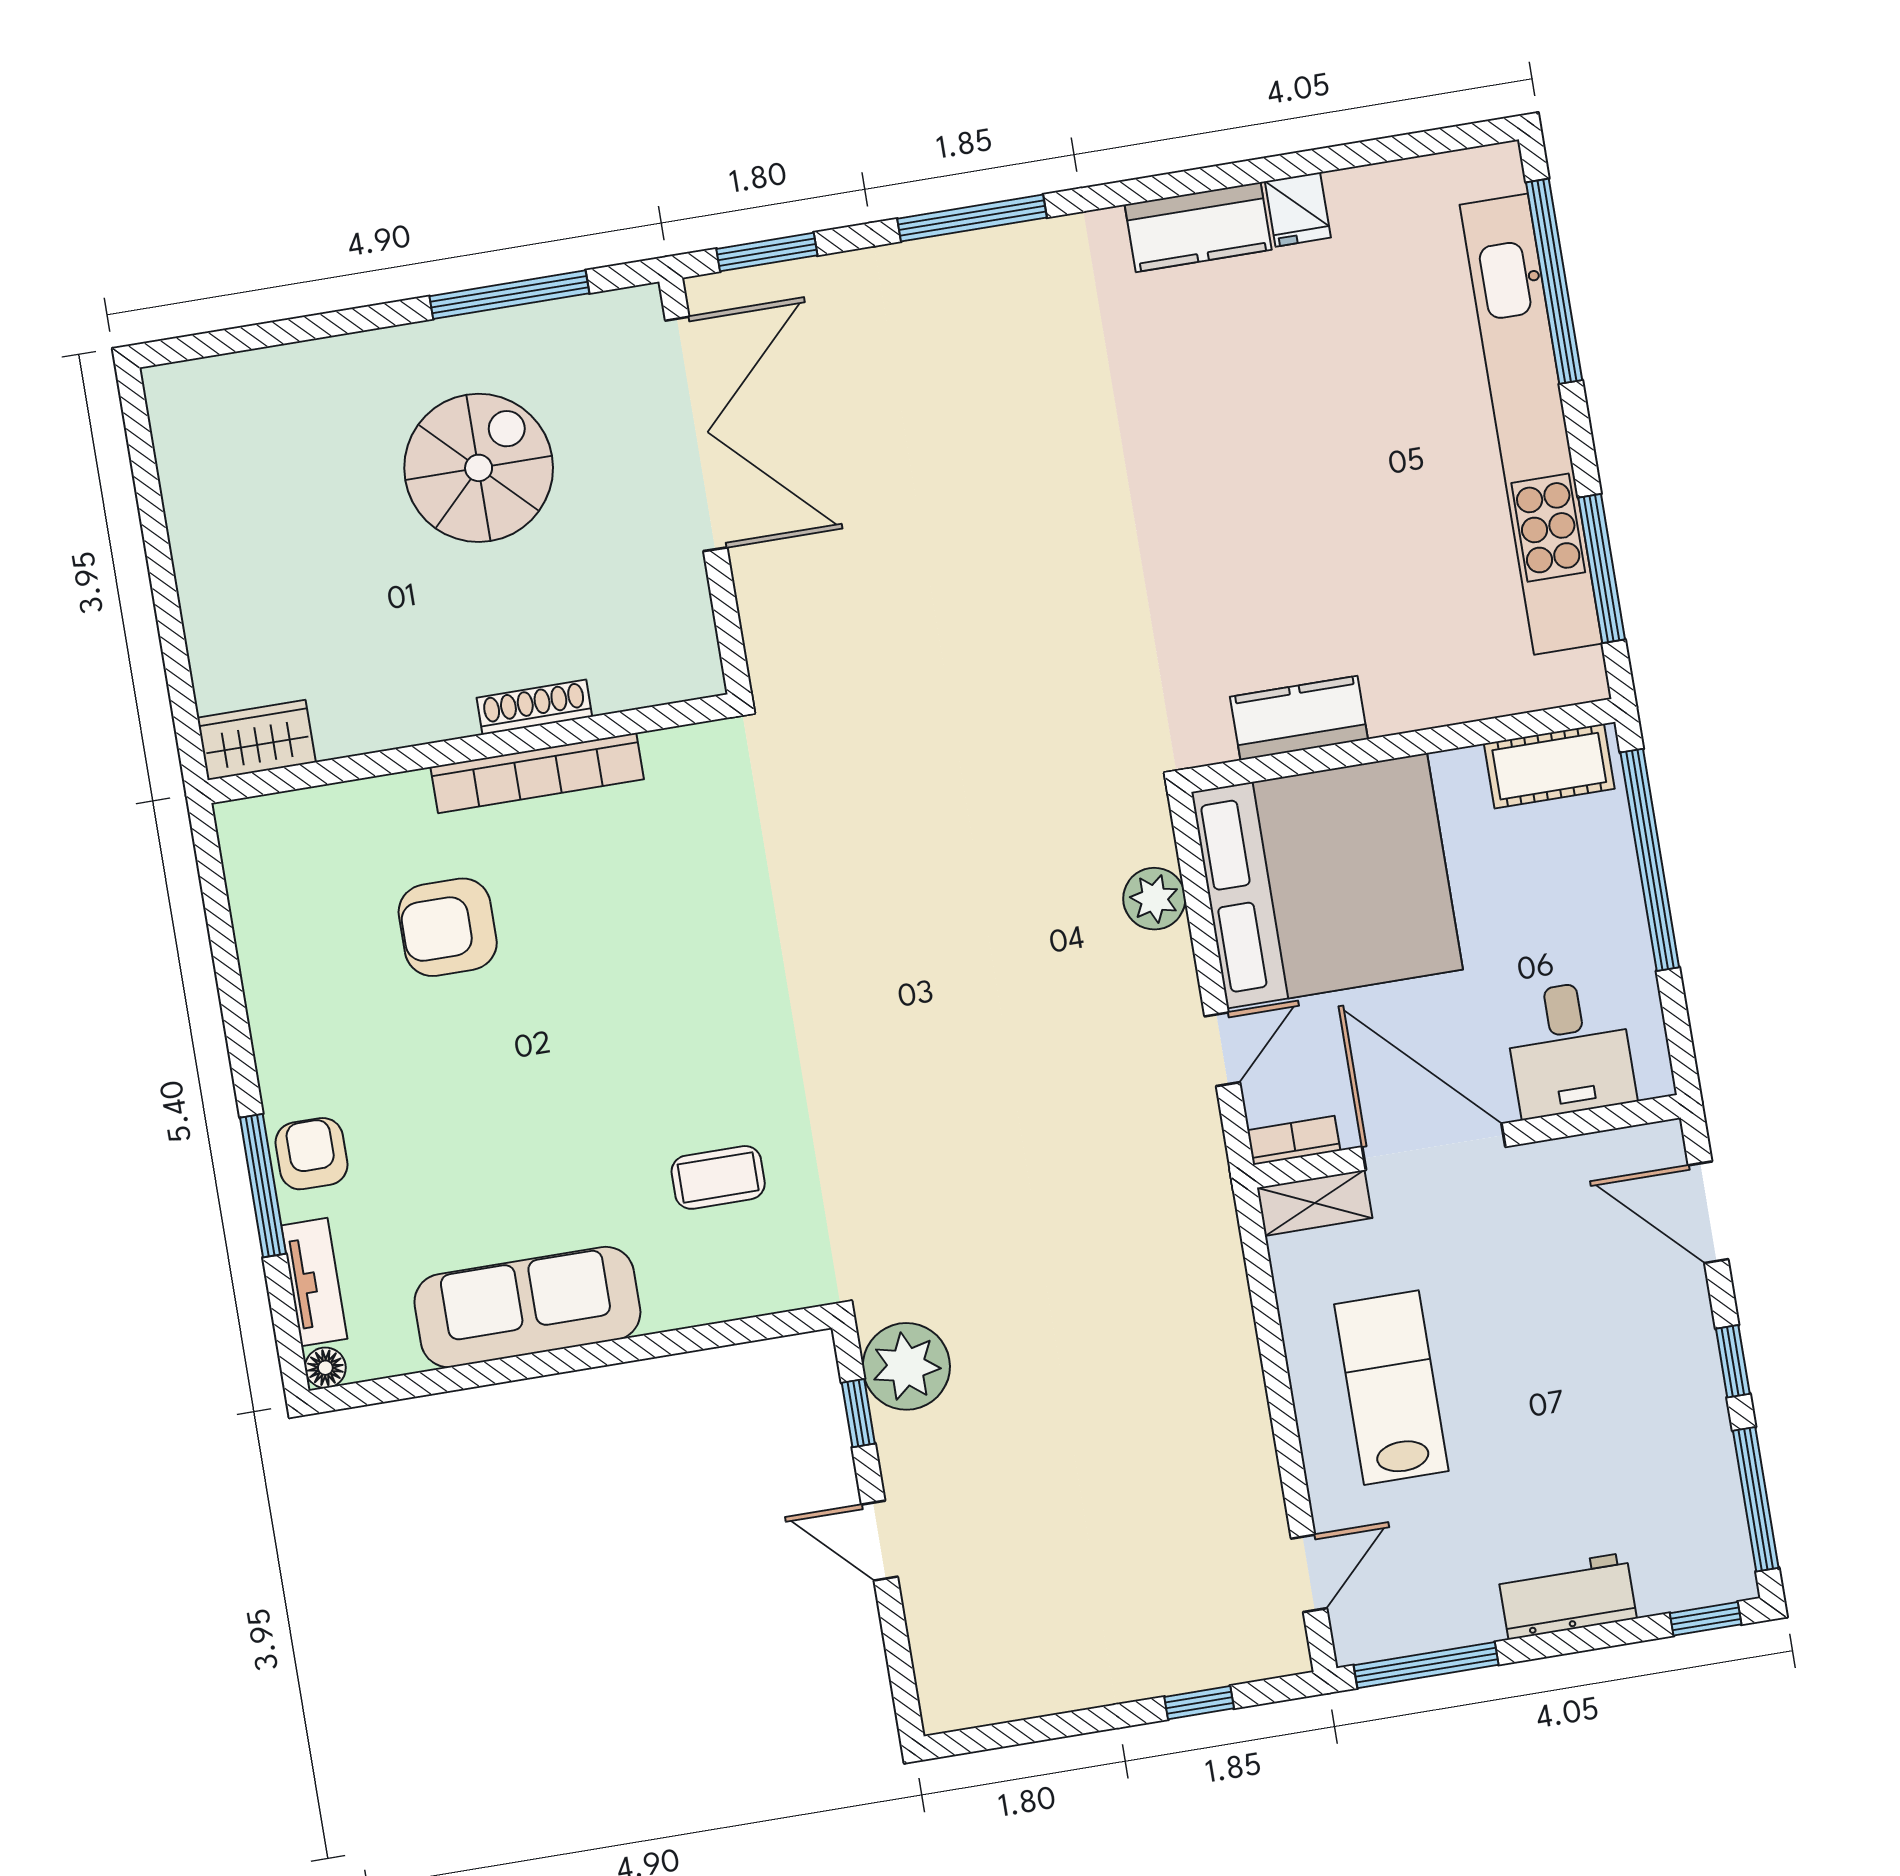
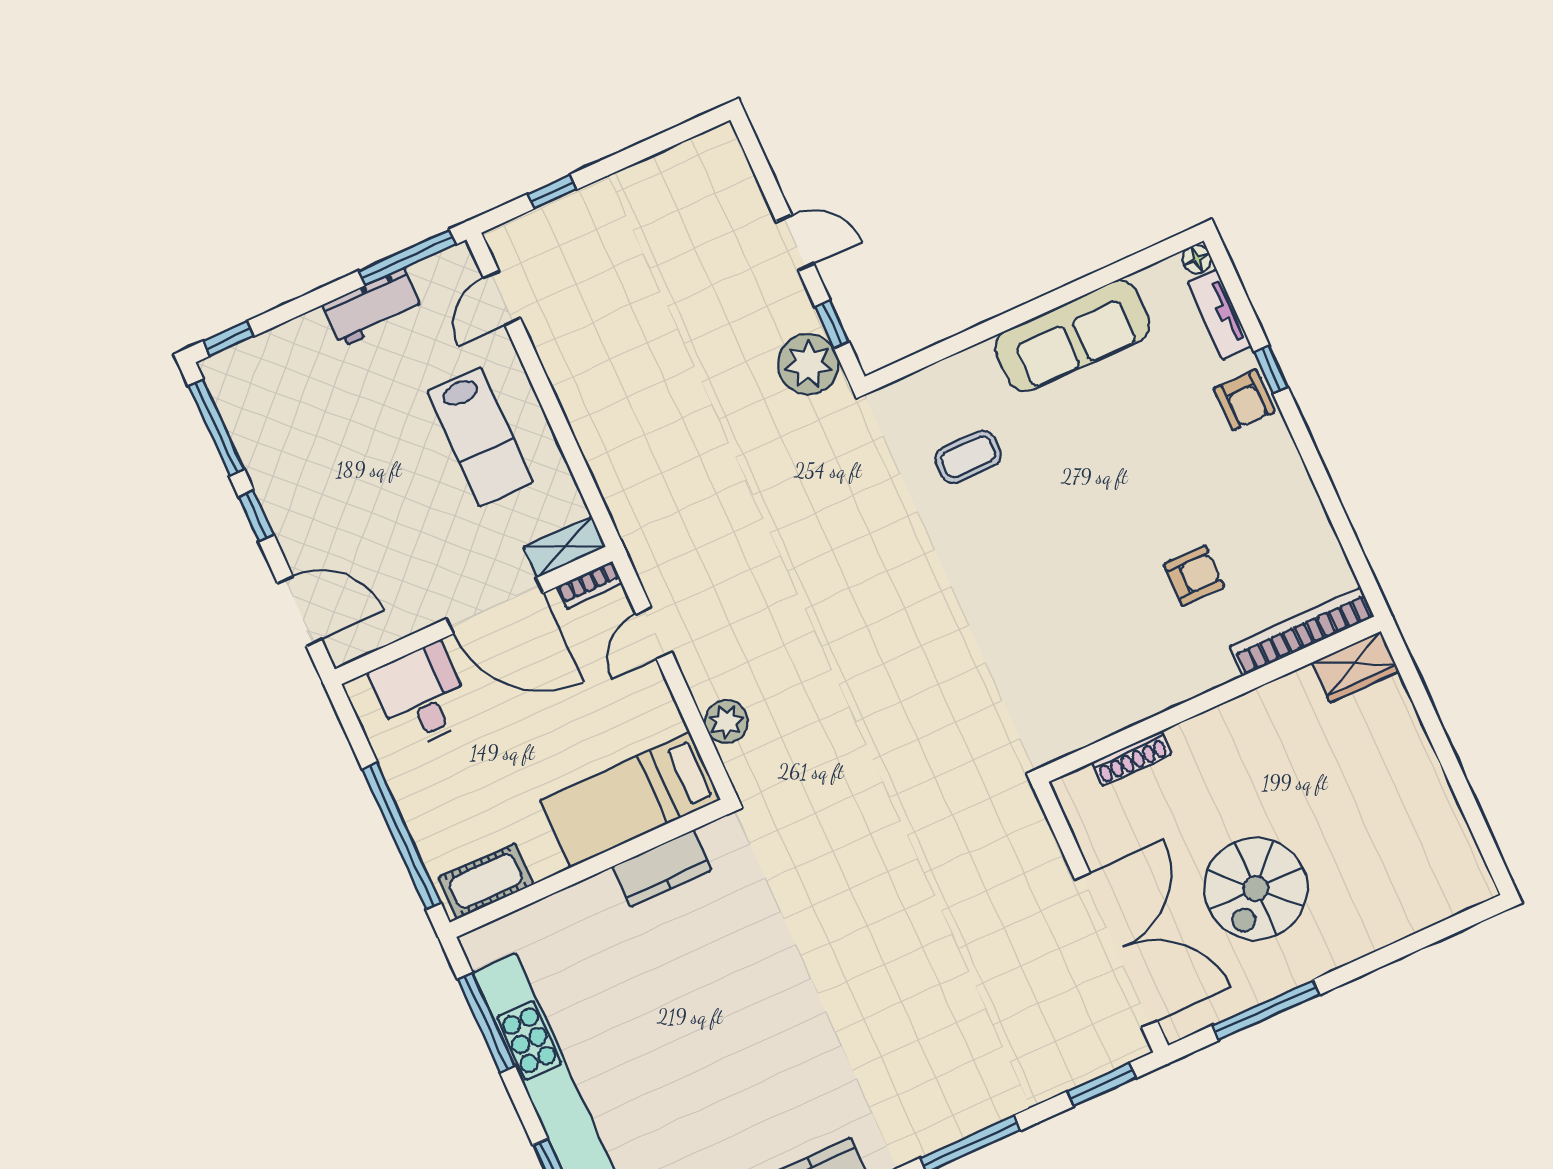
double door: (696, 434) -> (1116, 950), swing flipped
shoe rack: (534, 707) -> (1131, 758), moved
bookcase: (537, 773) -> (1302, 631), moved
bed: (1327, 881) -> (630, 800), width x0.49
armchair: (448, 927) -> (1194, 576), width x0.72, depth x0.72
window: (263, 1186) -> (1271, 370), width x0.46
workbench: (1567, 1596) -> (373, 307), moved

